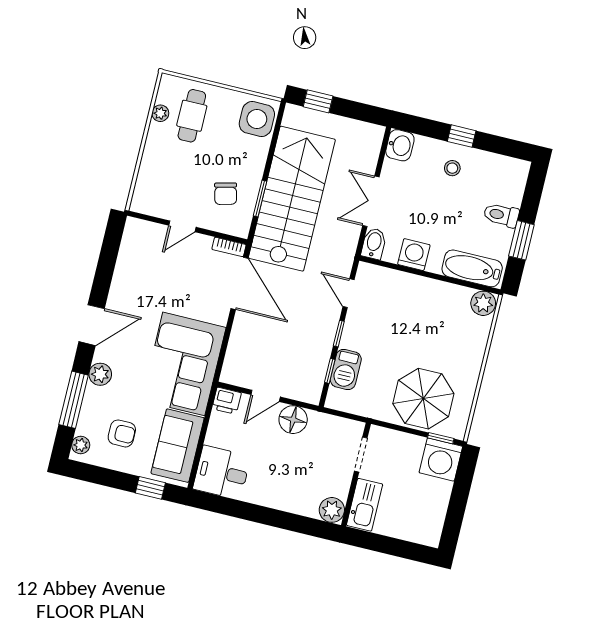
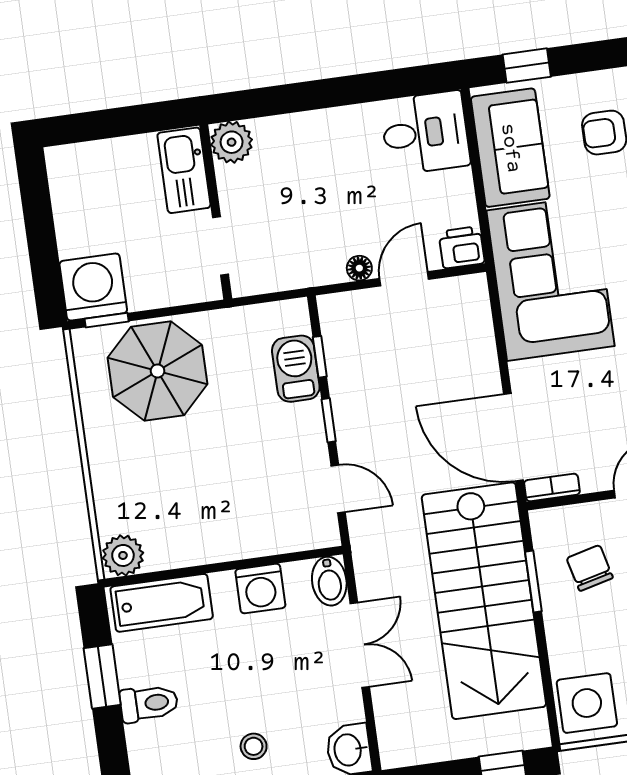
floor lamp: (293, 420) -> (359, 268), width x0.53, depth x0.53

